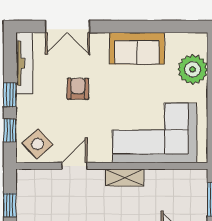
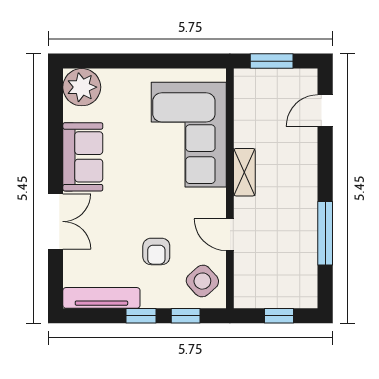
double door: (68, 26) -> (56, 221), moved
plant: (193, 69) -> (82, 87), moved
armchair: (78, 89) -> (156, 251), moved, turned -90

